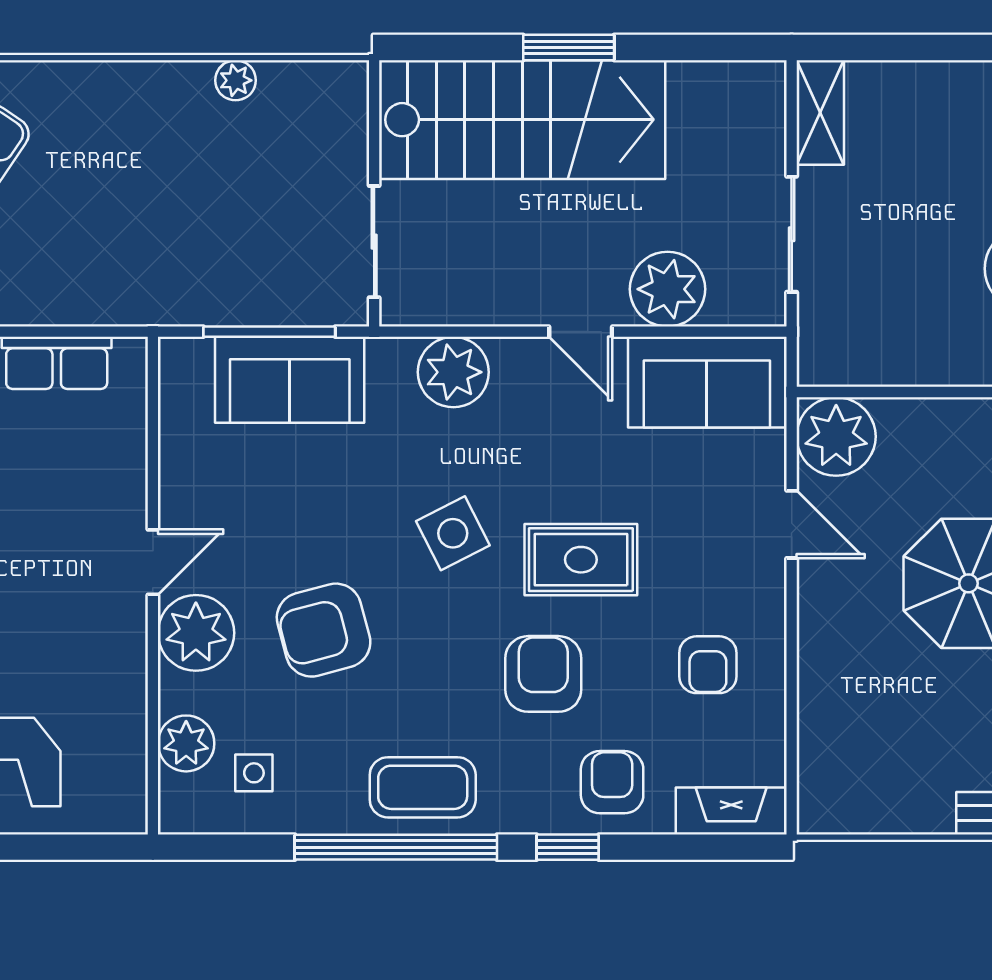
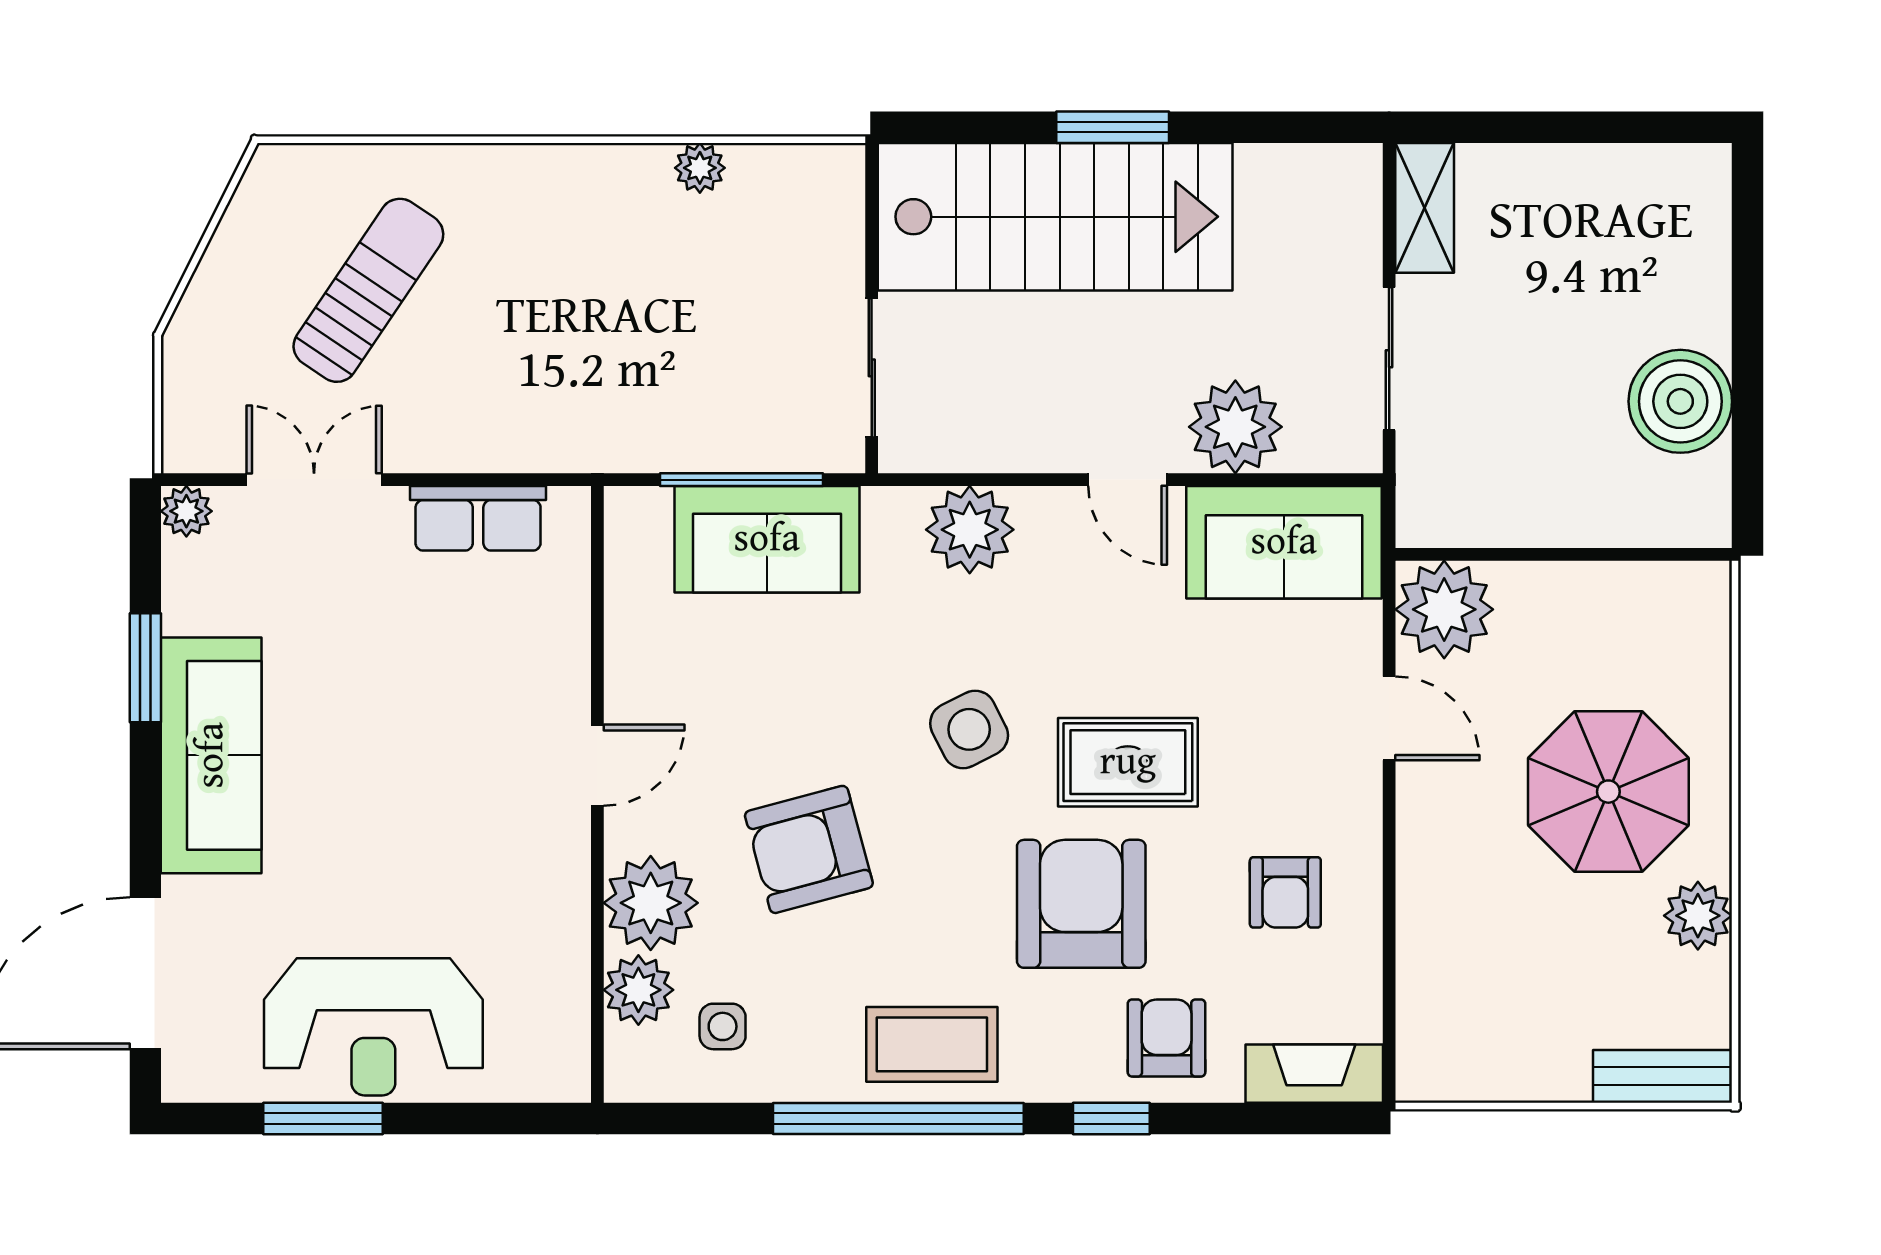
plant: (196, 633) -> (651, 903), moved
armchair: (543, 674) -> (1081, 904), width x1.36, depth x1.36

